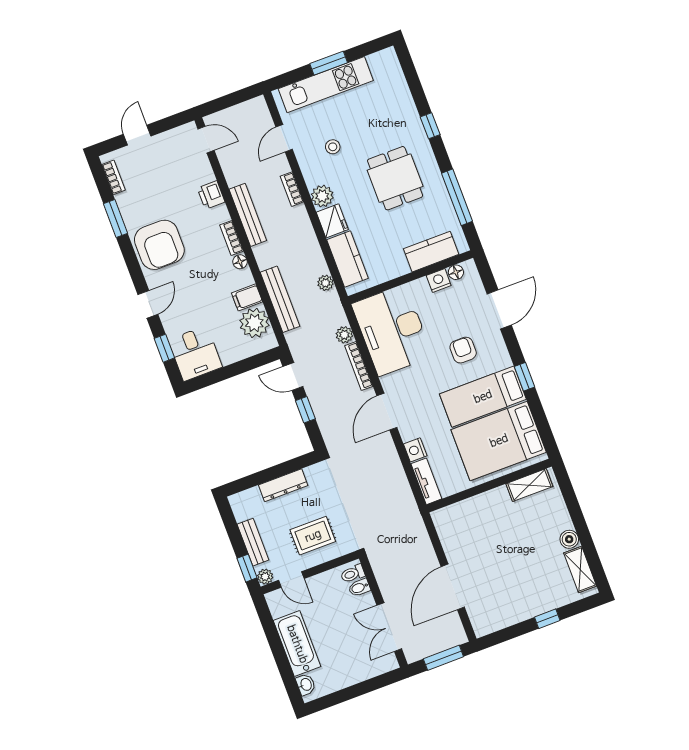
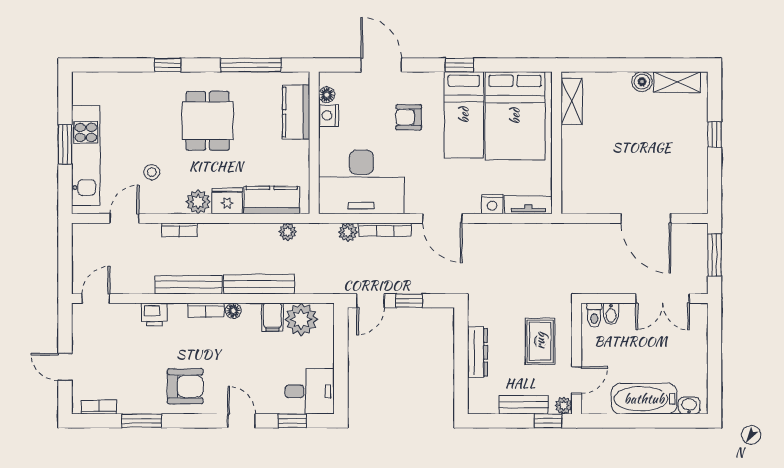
door: (284, 138) -> (124, 218), swing flipped
dining table: (395, 178) -> (208, 121), turned 90
armchair: (159, 245) -> (185, 386), width x0.73, depth x0.73
bench: (280, 299) -> (259, 284), moved

